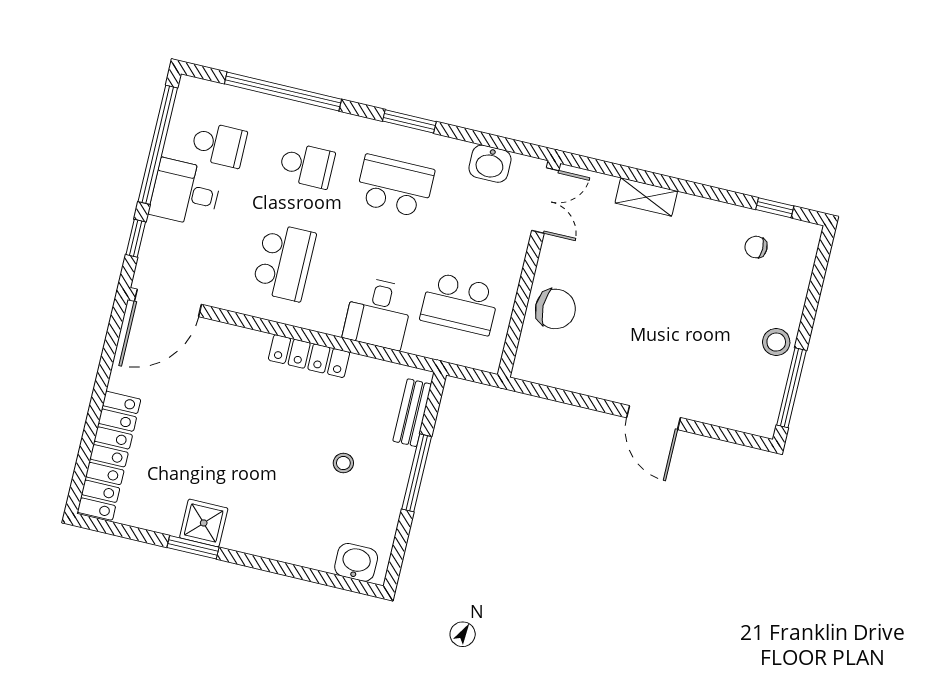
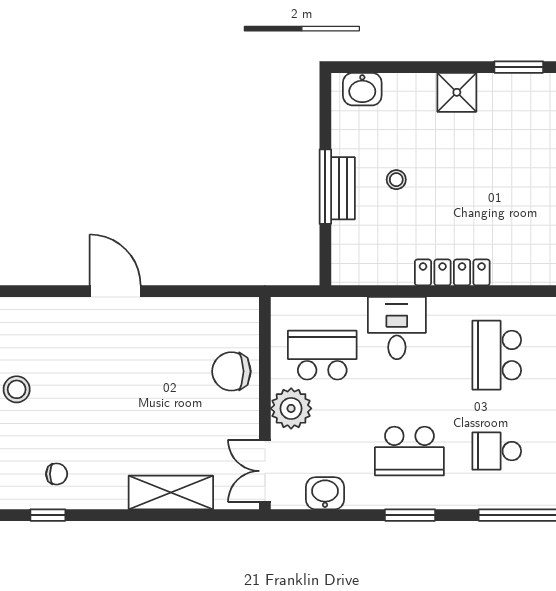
shelving: (646, 197) -> (171, 492), width x1.50, depth x1.33
plant: (504, 257) -> (291, 408), added
bench: (412, 413) -> (343, 188), moved
shower: (204, 523) -> (457, 92), moved

